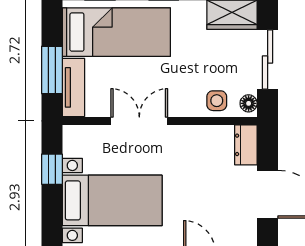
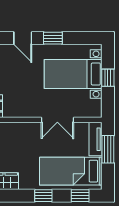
side table: (217, 101) -> (13, 132), removed
window: (52, 169) -> (108, 78), moved

